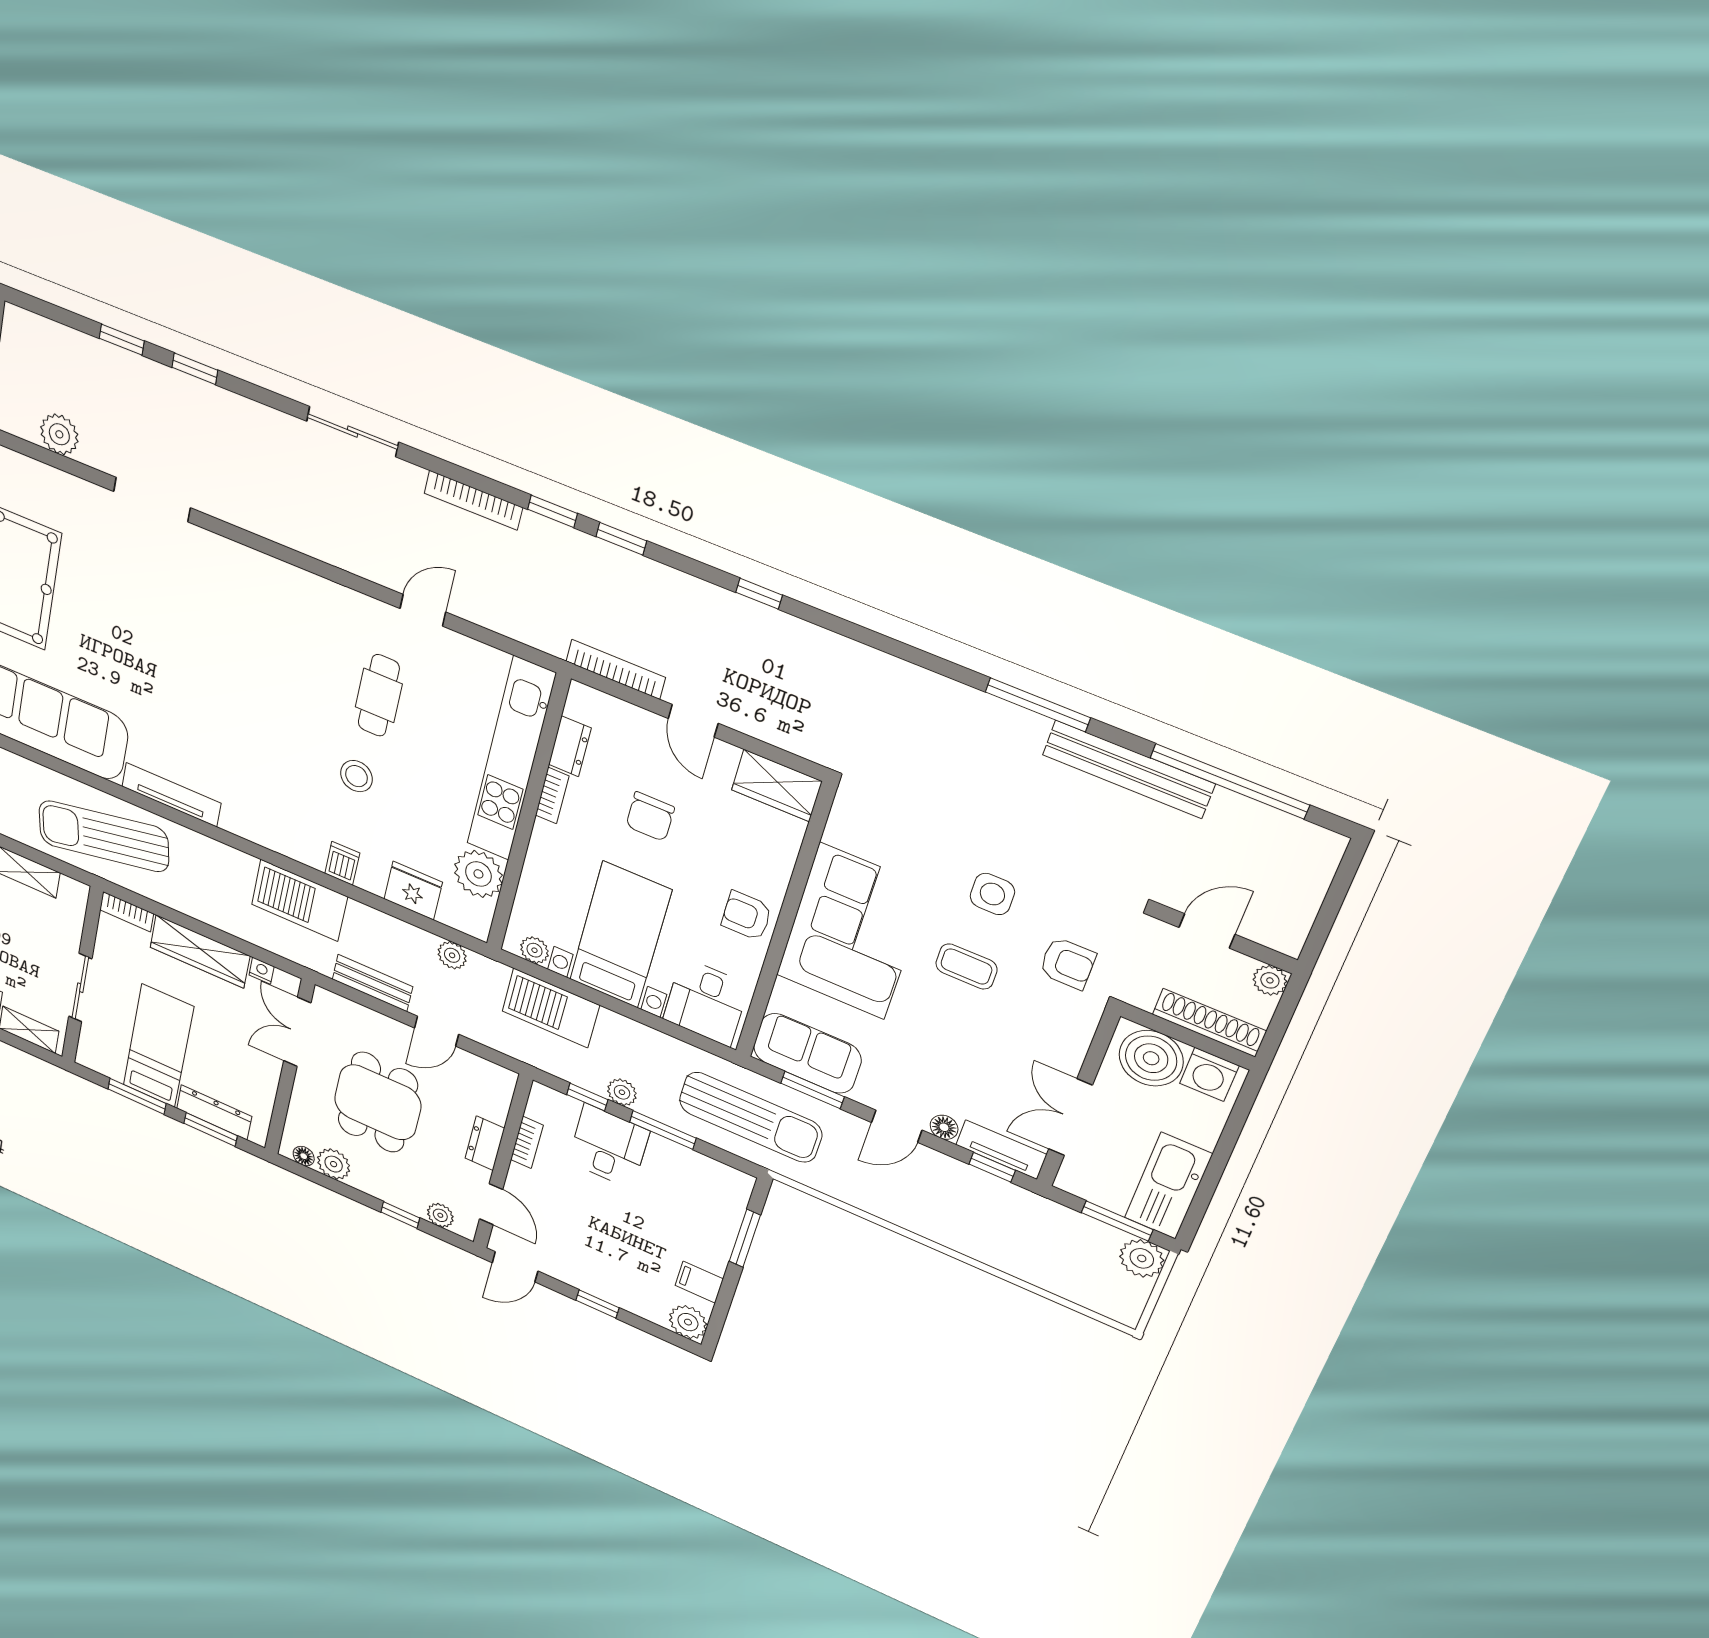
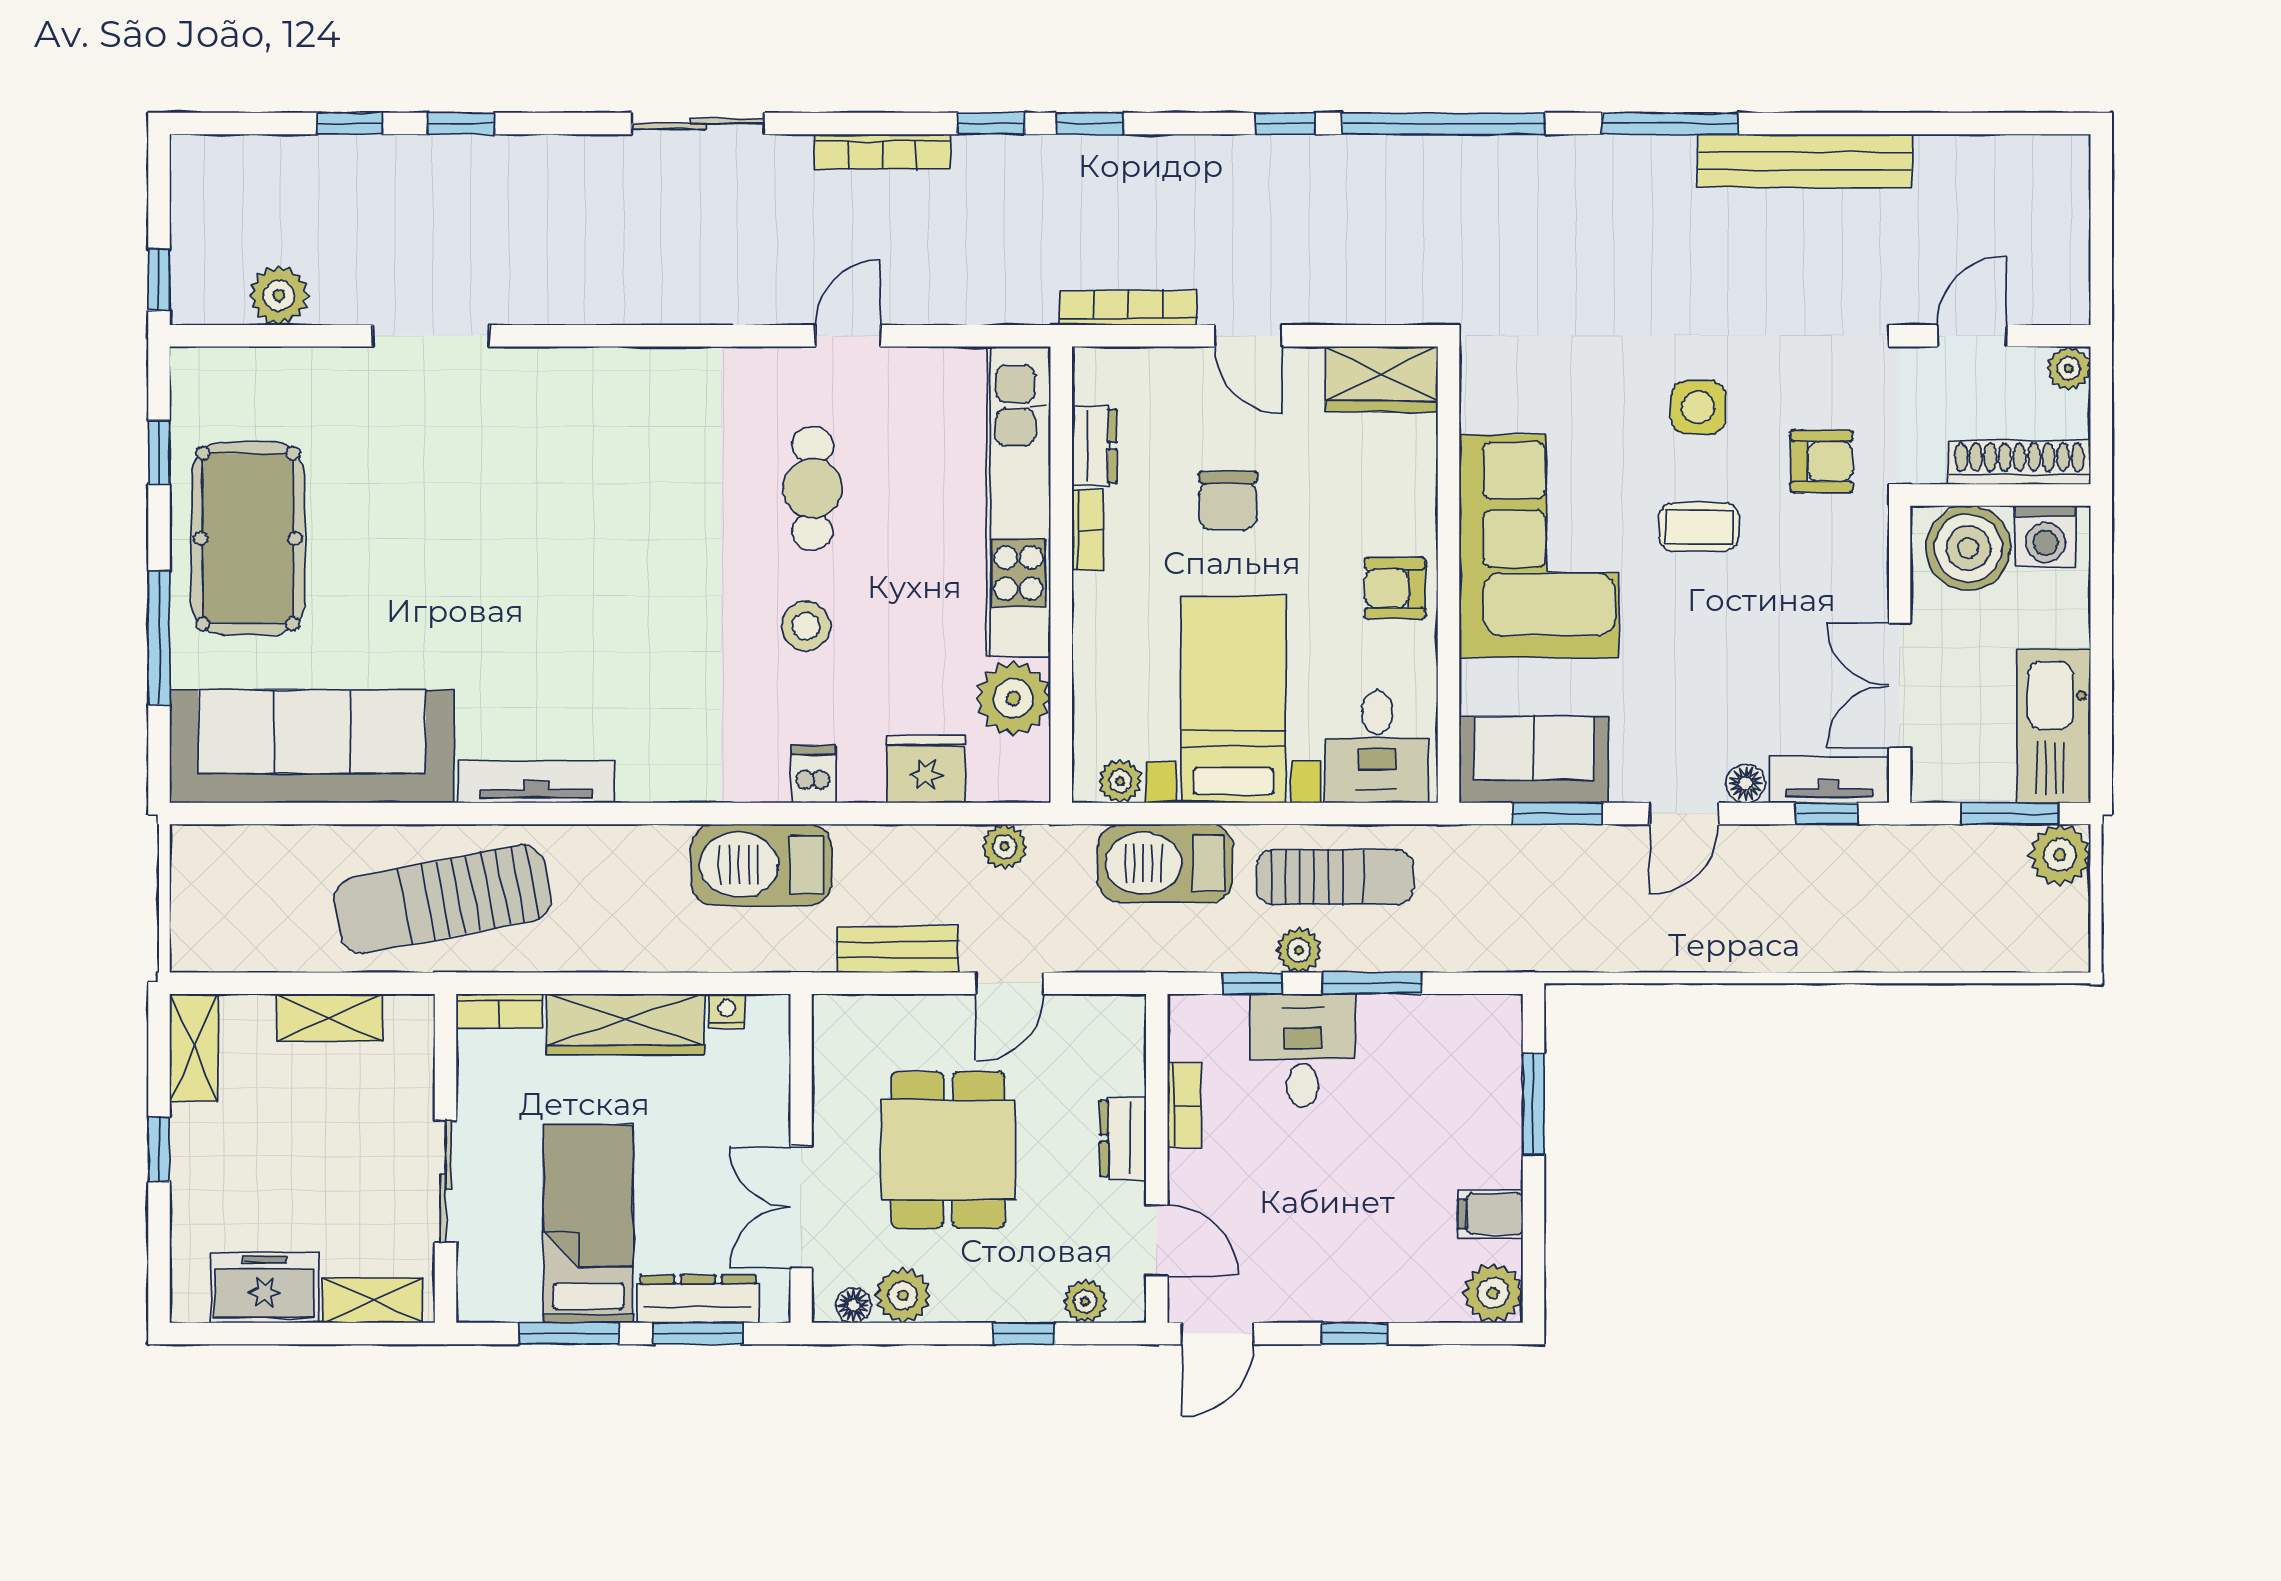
window: (1230, 781) -> (1444, 124), moved
double door: (297, 1032) -> (801, 1207), moved
sun lounger: (750, 1117) -> (1335, 877), moved, width x0.73, depth x0.75

